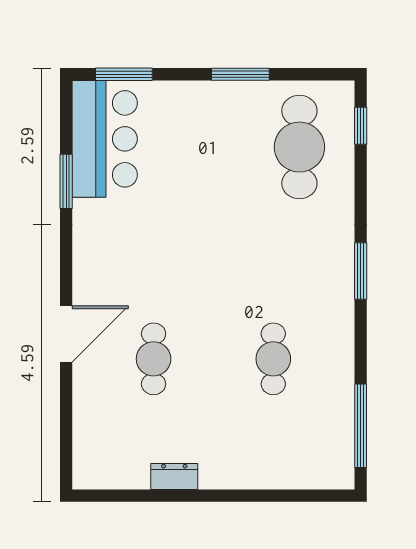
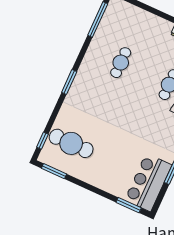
window: (240, 74) -> (54, 171), moved
cafe table: (299, 147) -> (71, 143), turned 90

